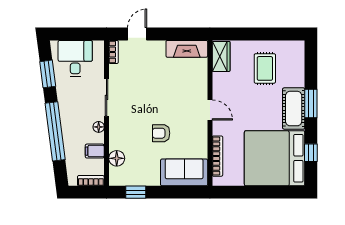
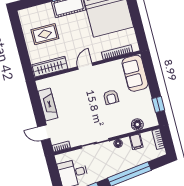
fireplace: (187, 49) -> (48, 104), moved
wardrobe: (221, 56) -> (50, 67), width x1.50

